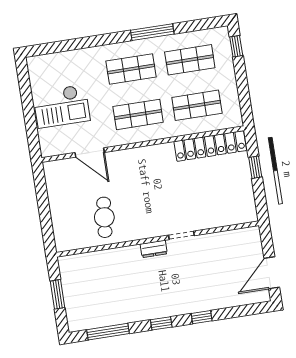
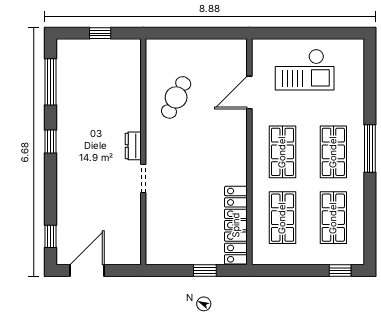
window: (152, 32) -> (370, 149), moved
checkout: (61, 106) -> (305, 70), turned -90
cafe table: (104, 217) -> (176, 97), turned -69
door: (272, 273) -> (87, 271), hinge flipped
window: (57, 294) -> (100, 33), width x0.67
window: (202, 317) -> (51, 236), moved

